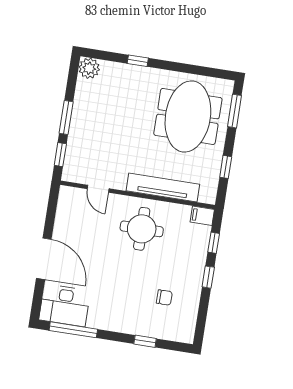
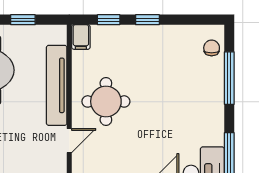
door: (98, 189) -> (69, 141), moved
chair: (164, 297) -> (212, 48), moved
window: (145, 341) -> (229, 78), width x2.17

